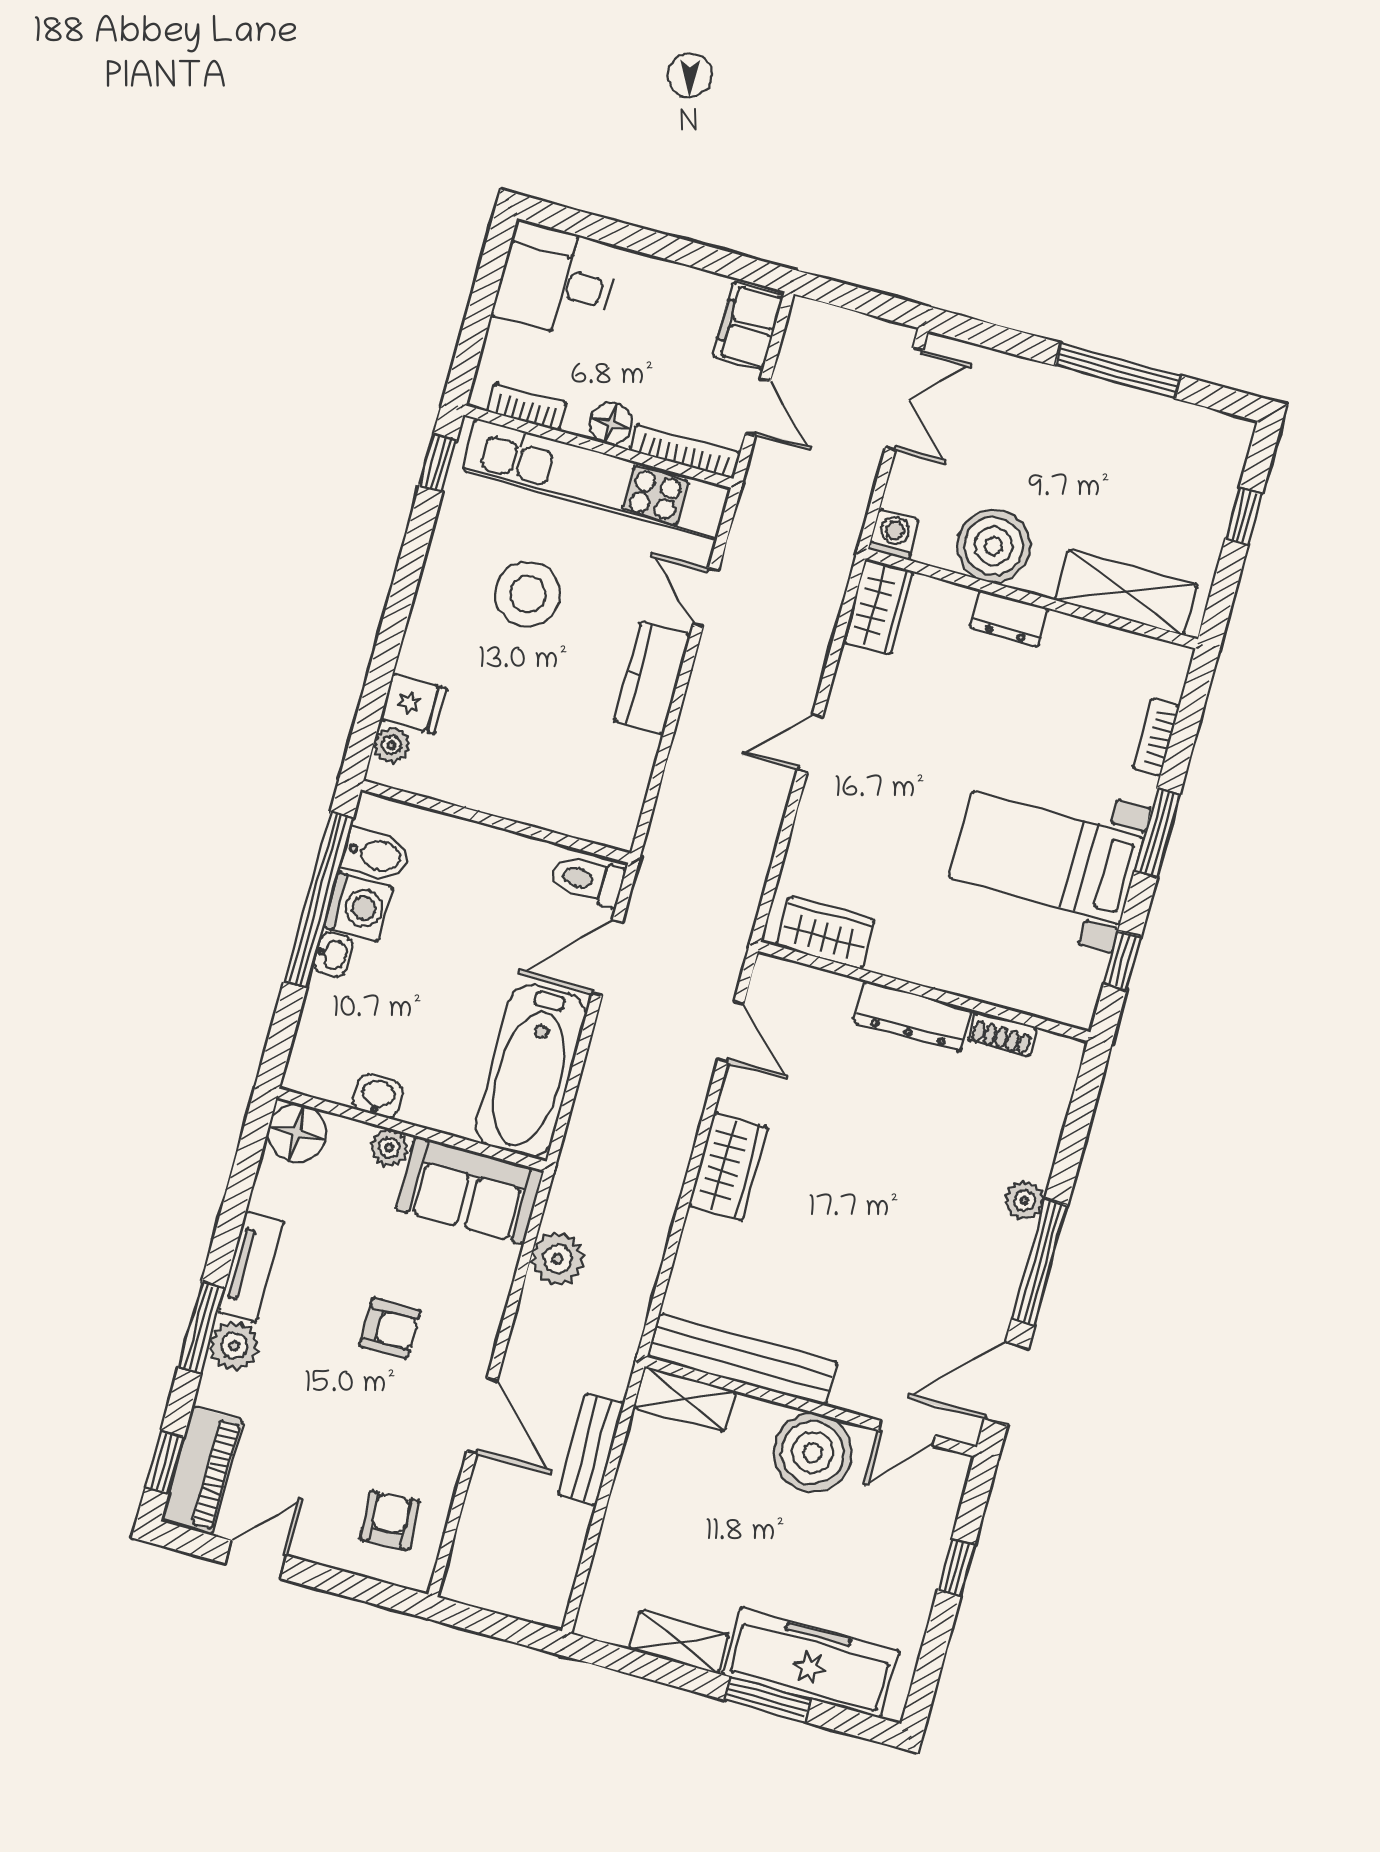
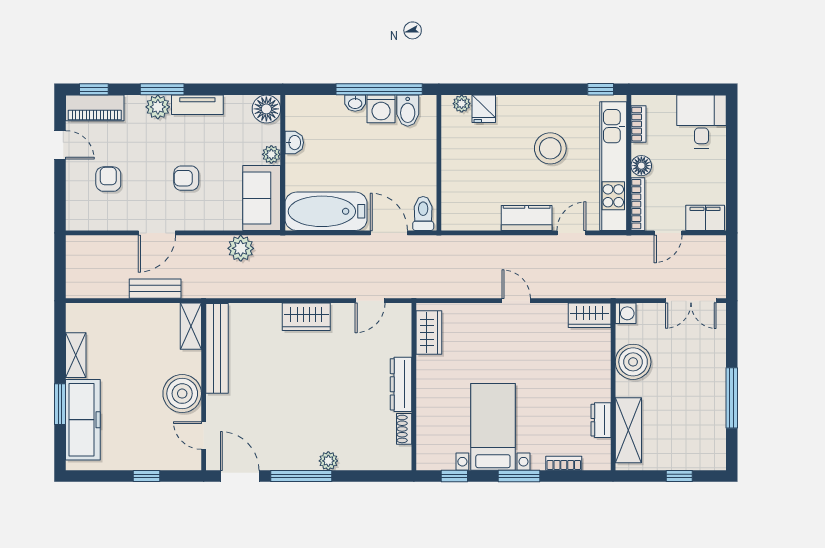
dresser: (1009, 618) -> (601, 420), moved
armchair: (390, 1328) -> (186, 178), turned 90
armchair: (390, 1520) -> (108, 179), moved, turned -87

